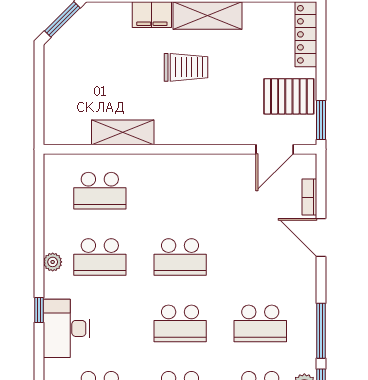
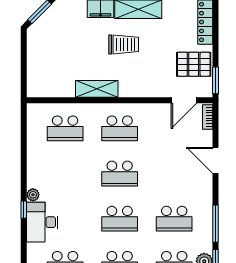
shelving: (123, 132) -> (97, 89), moved
bookcase: (309, 197) -> (208, 117), moved
school desk: (100, 257) -> (120, 128), moved
plant: (53, 262) -> (33, 195), moved

